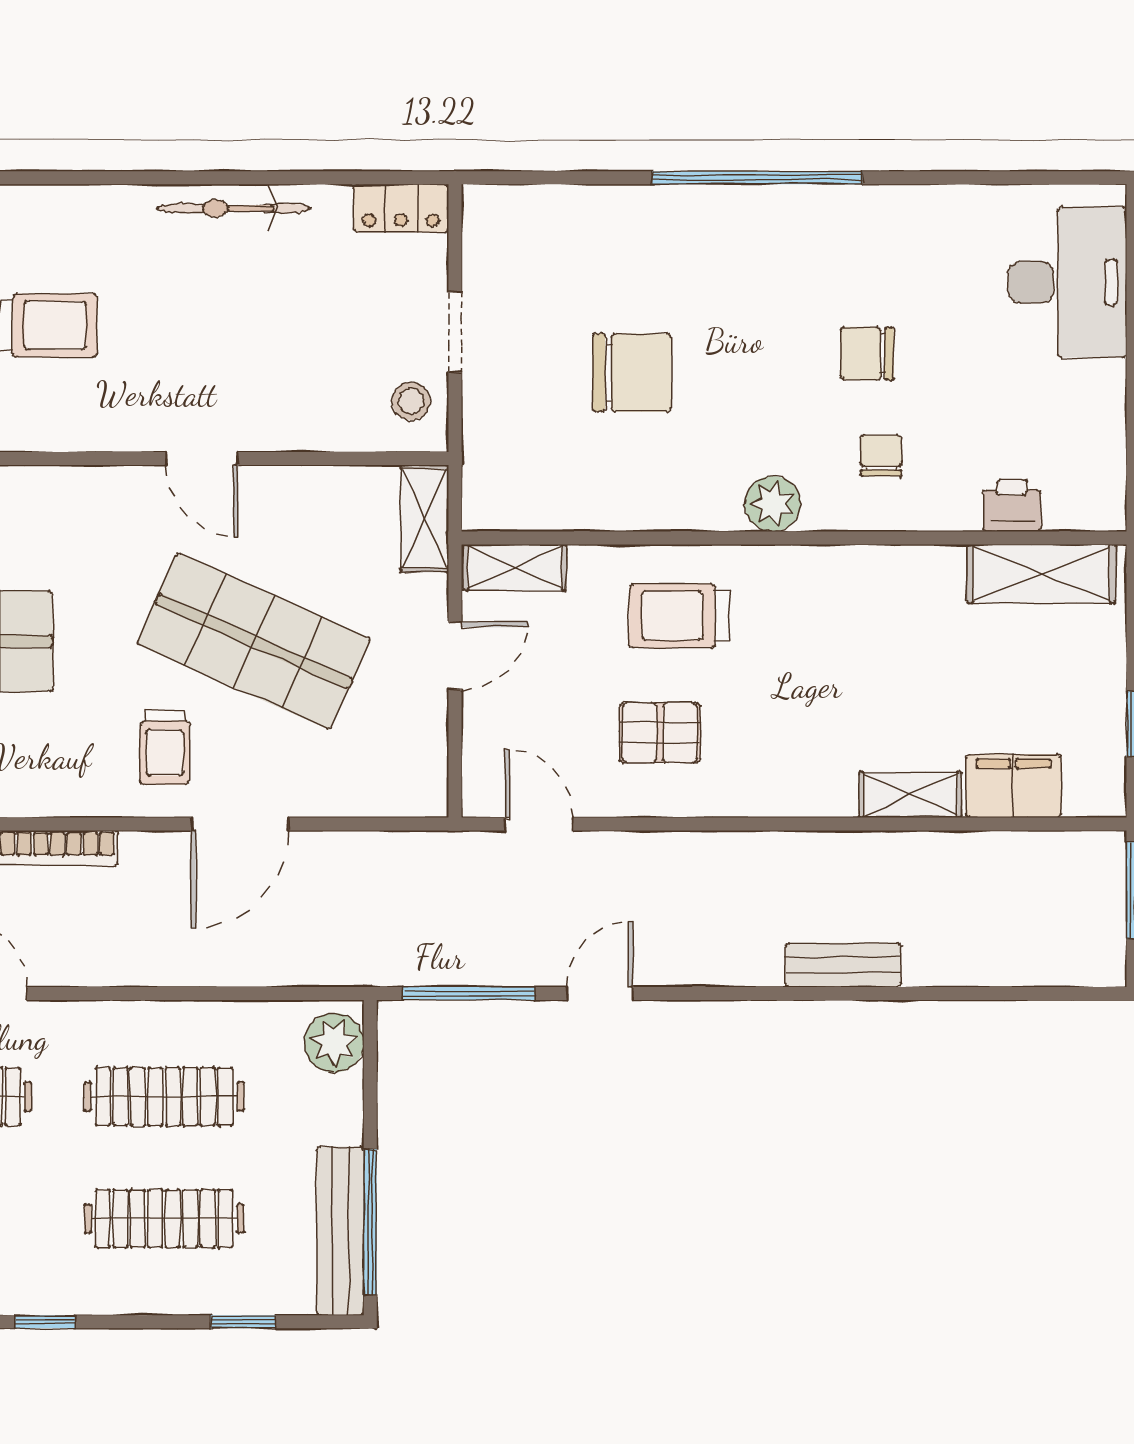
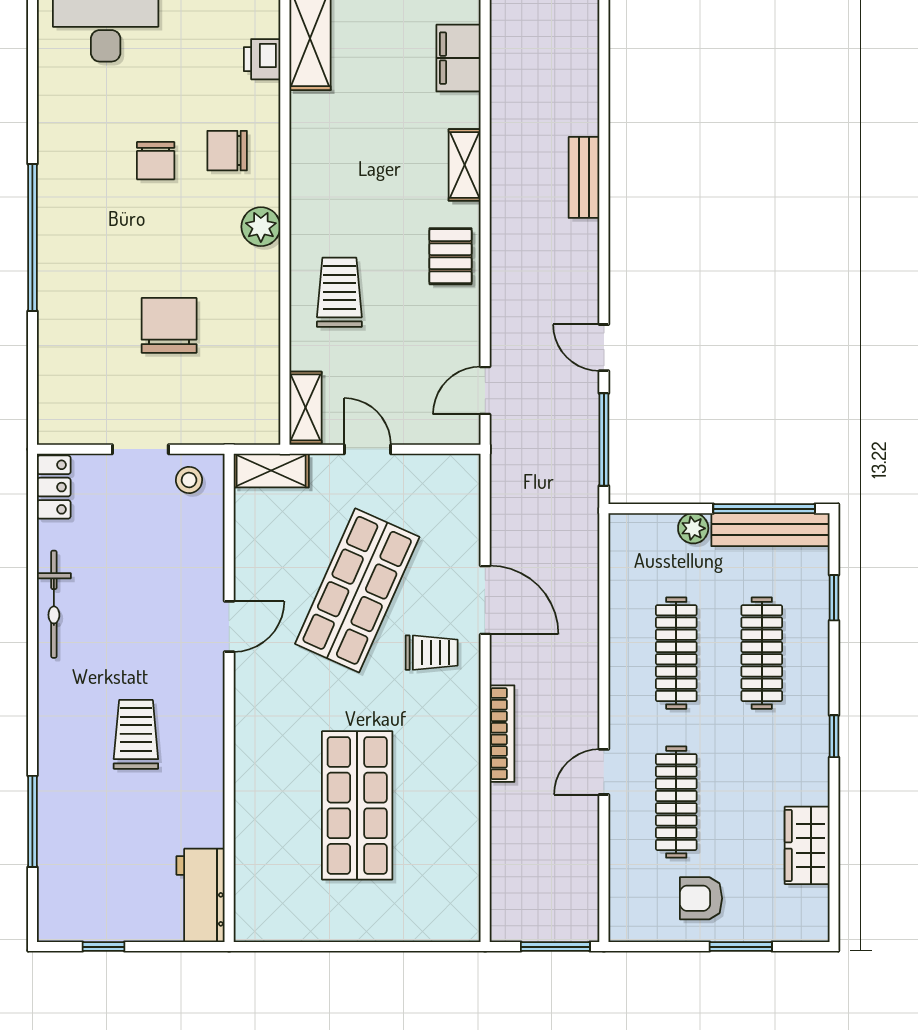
chair: (881, 456) -> (227, 151), width x1.37, depth x1.37
trolley: (679, 616) -> (339, 292), turned 180
pallet: (660, 733) -> (450, 256), moved
shelving: (910, 795) -> (465, 165), moved
plant: (334, 1043) -> (693, 528), moved, width x0.73, depth x0.73

